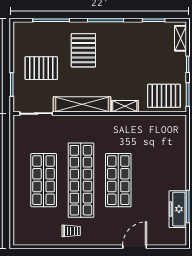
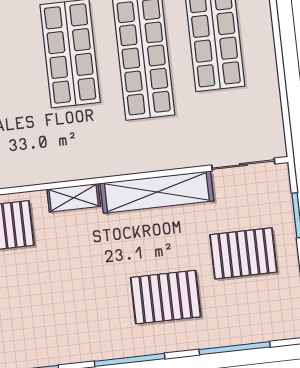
pallet: (83, 50) -> (166, 297), turned 90

